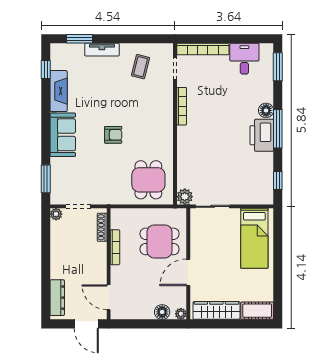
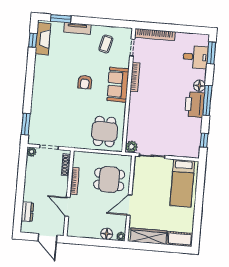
desk: (244, 59) -> (196, 57), moved, turned 90
fireplace: (59, 91) -> (43, 39), moved
sofa: (63, 135) -> (118, 85), moved, turned 180
armchair: (113, 135) -> (85, 82), moved, turned 90
door: (109, 297) -> (68, 207), moved
dresser: (57, 298) -> (27, 212), width x0.70

